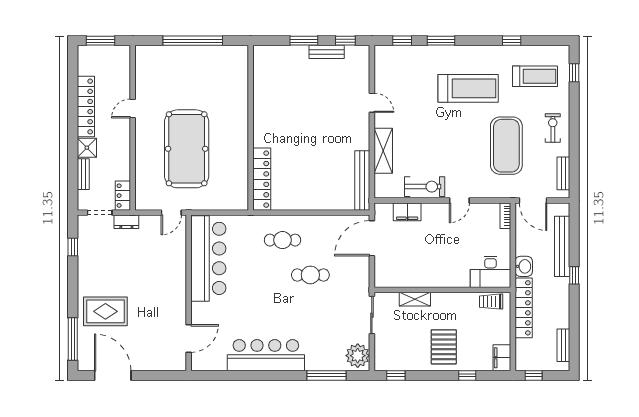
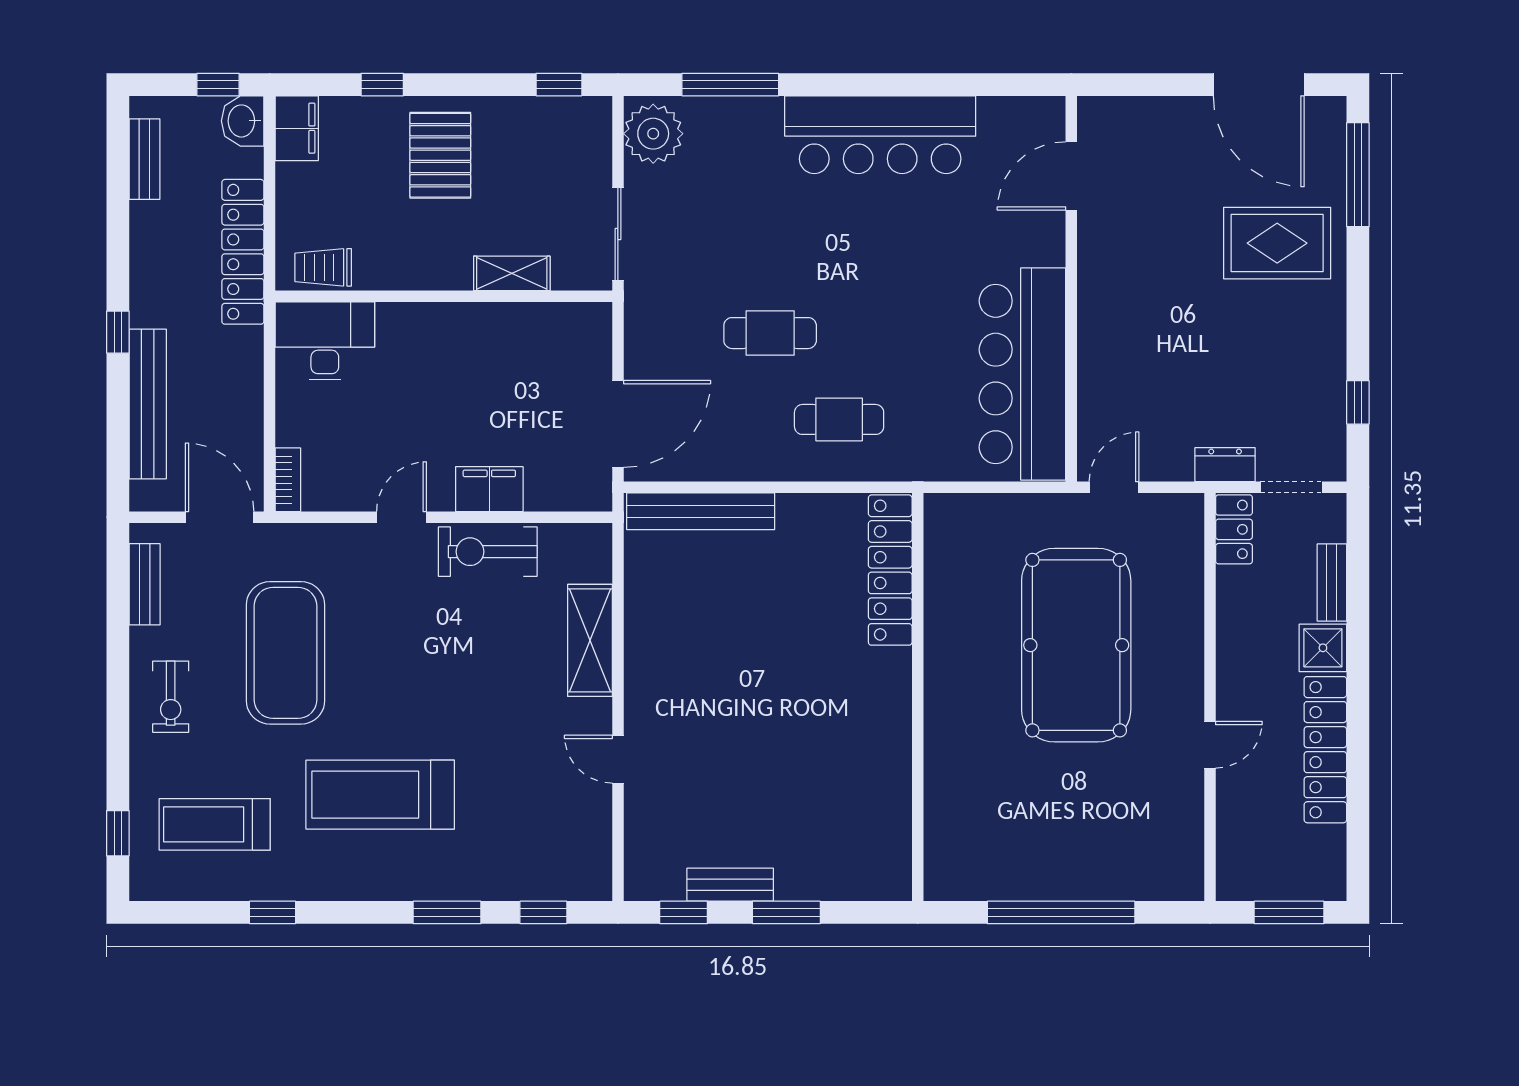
bench: (362, 180) -> (701, 511), moved, turned 90
filing cabinet: (407, 212) -> (489, 489), moved
washbasin: (524, 266) -> (243, 121), moved
trolley: (491, 302) -> (323, 267), turned 180

